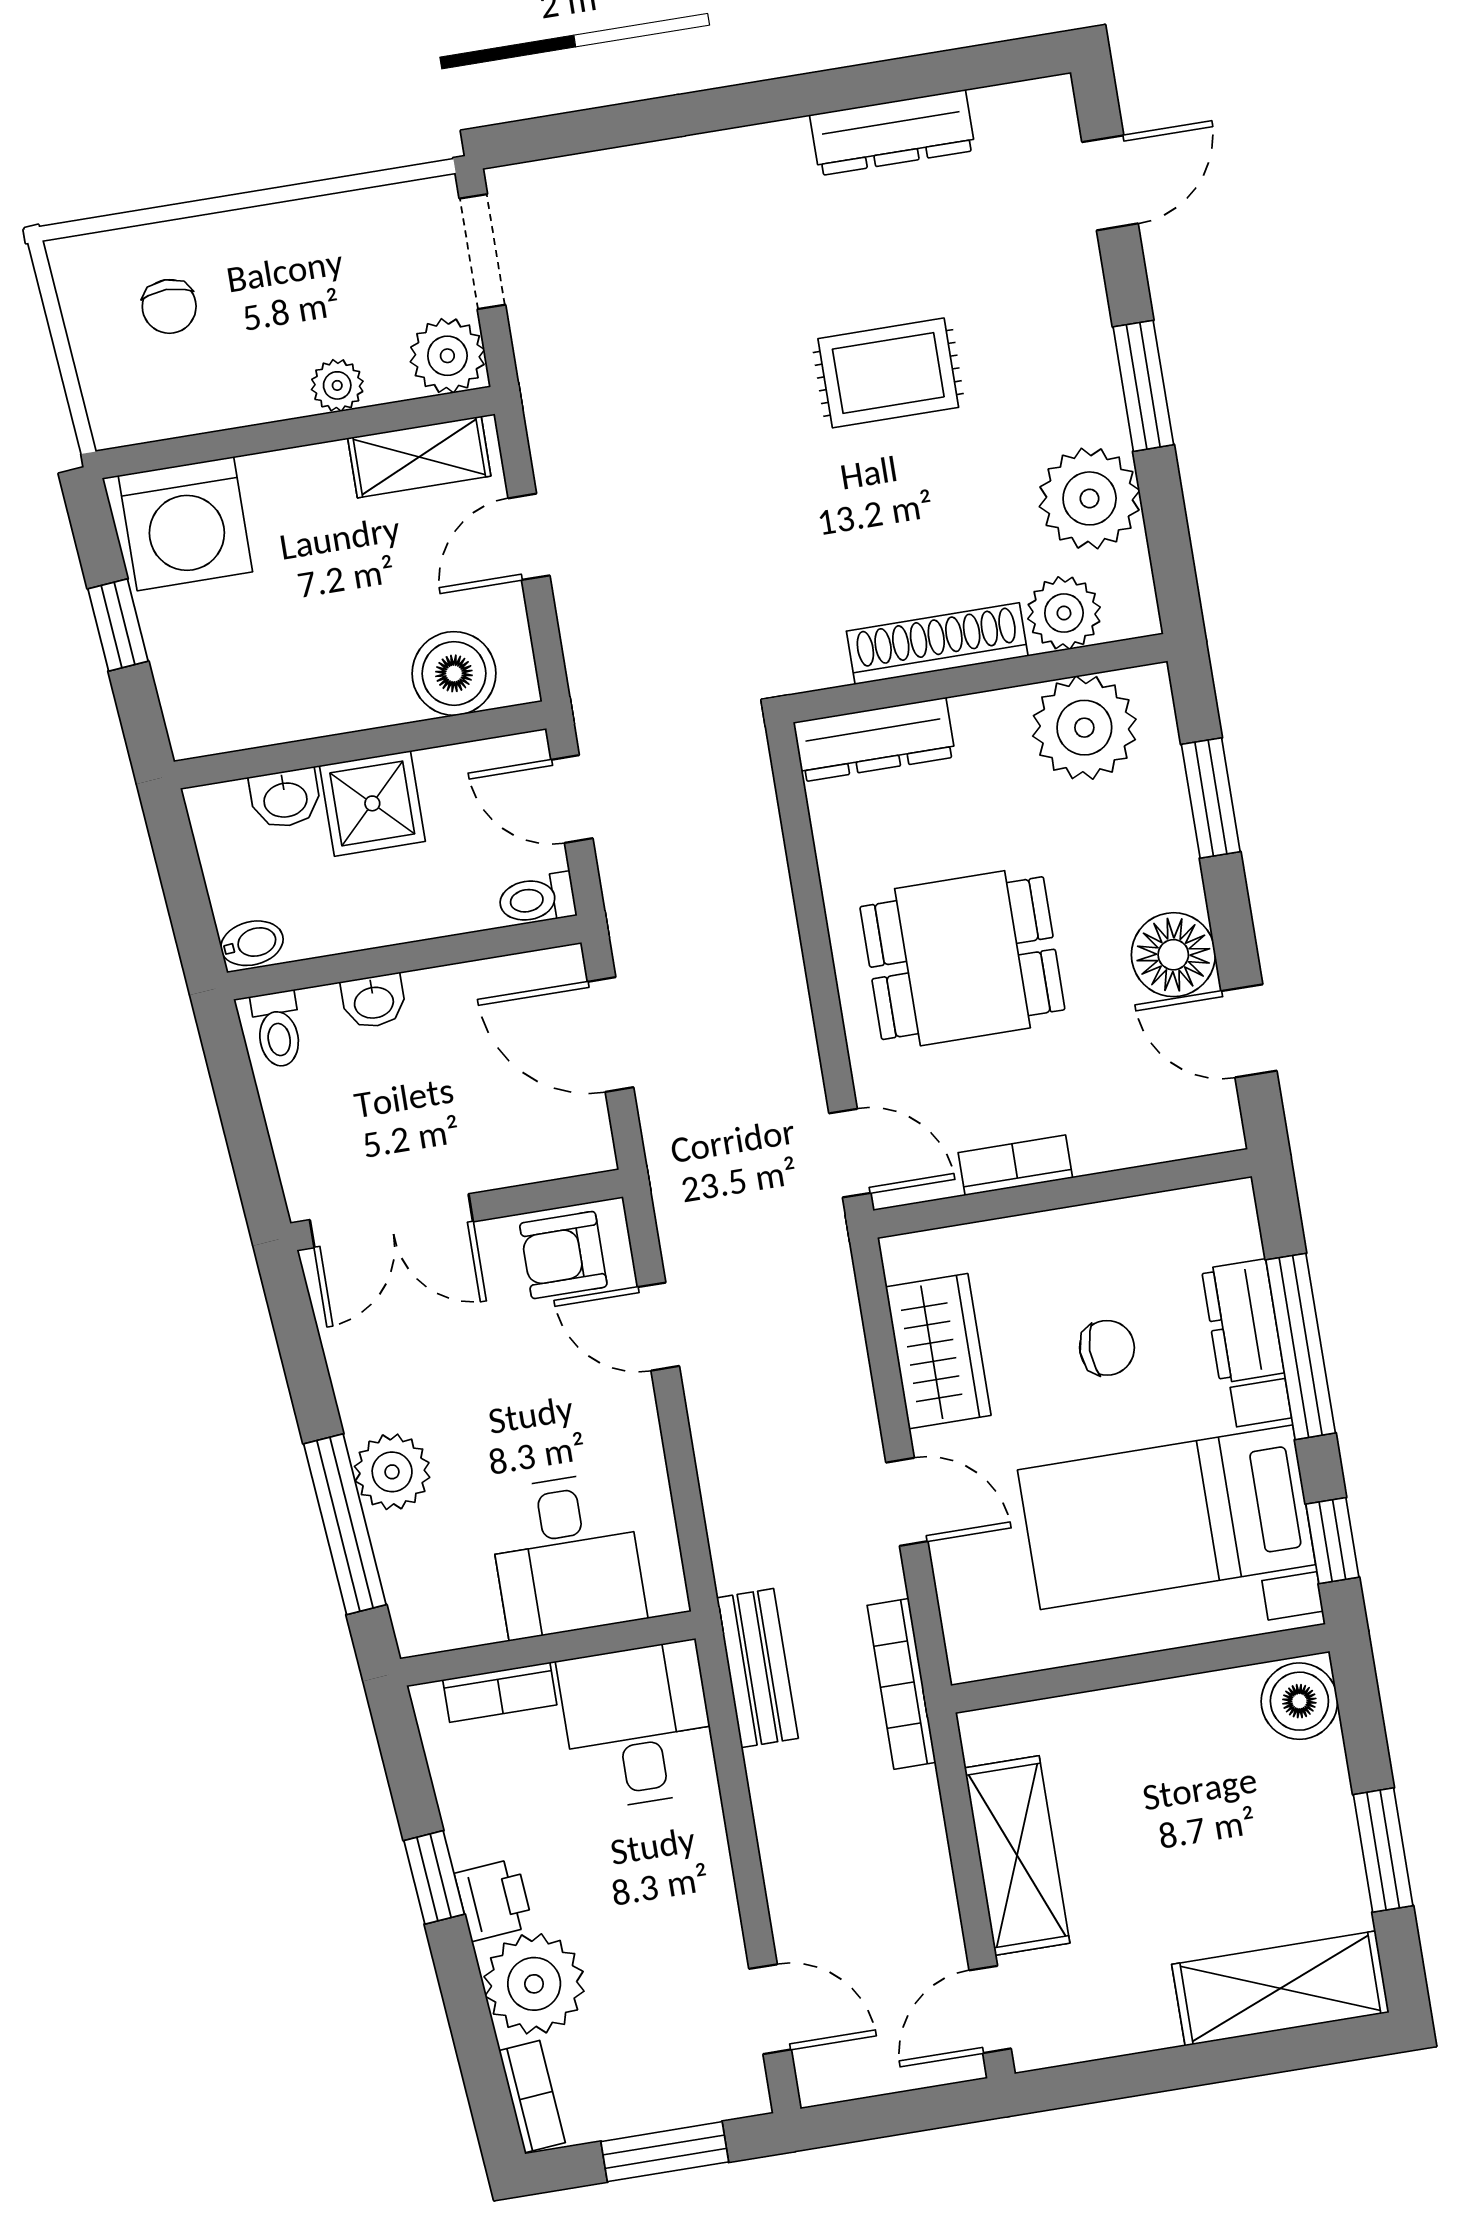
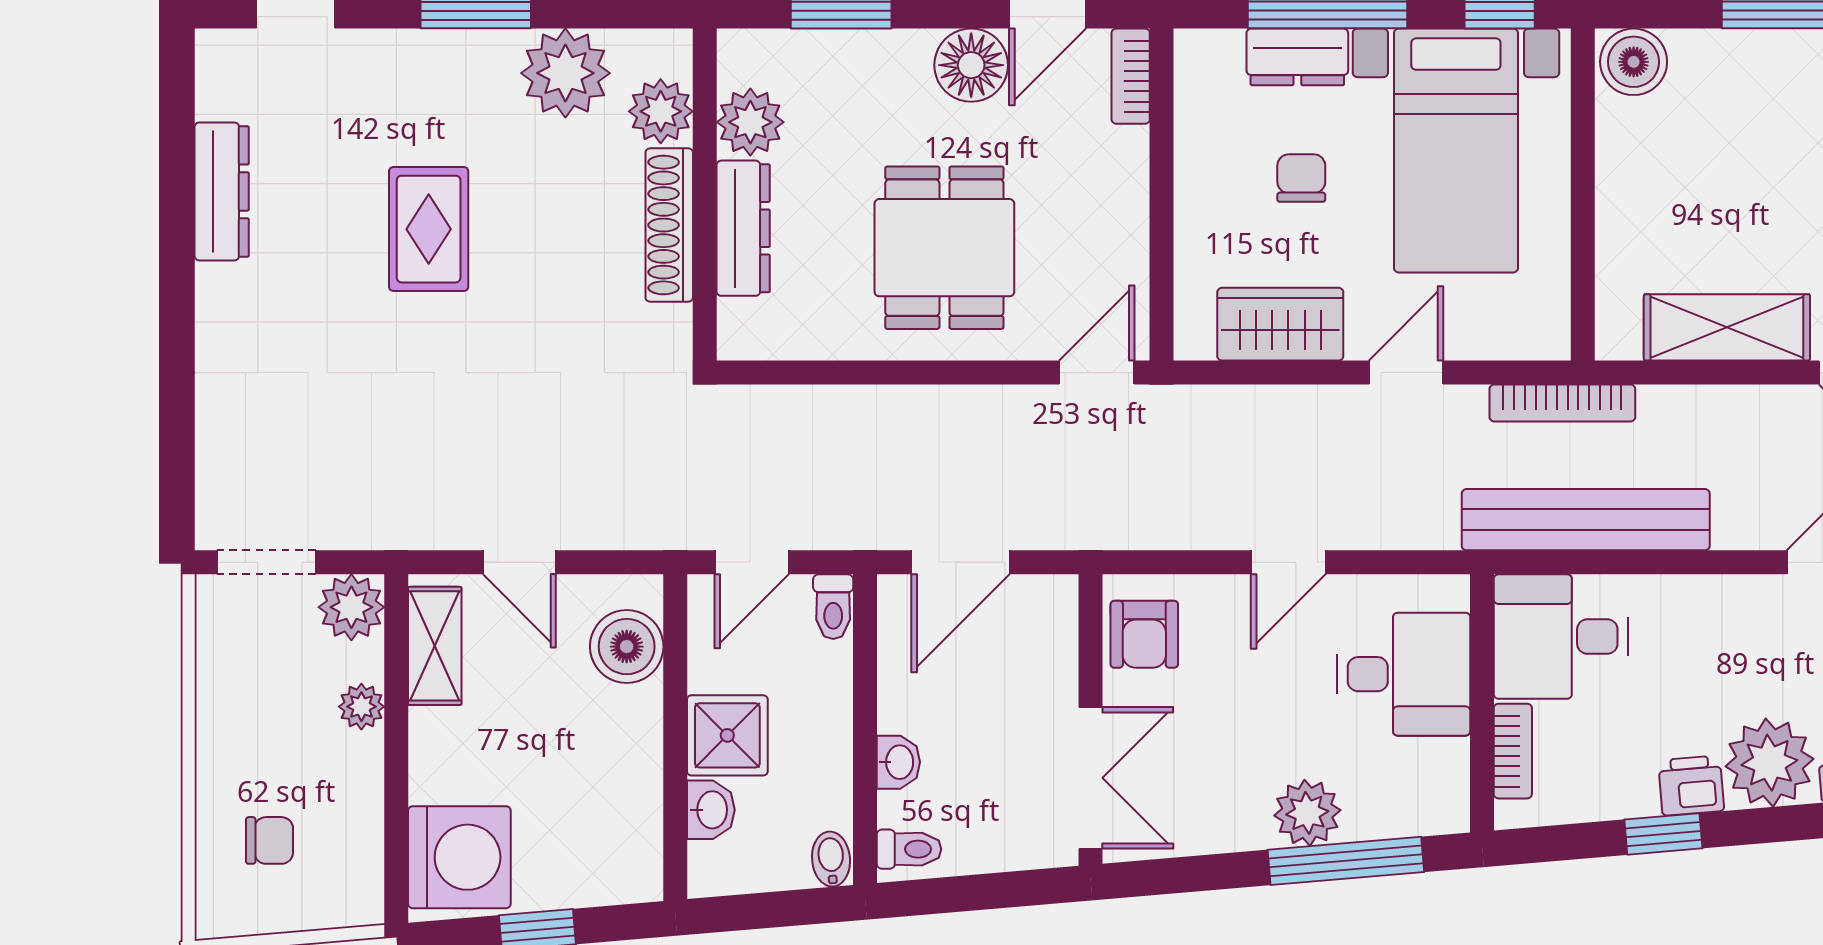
plant: (1084, 728) -> (750, 122), width x0.73, depth x0.73
dresser: (874, 740) -> (743, 228), moved
bookcase: (1015, 1165) -> (1131, 76), moved
door: (658, 1327) -> (1288, 562), moved
bench: (757, 1668) -> (1586, 520), width x1.86, depth x1.21

